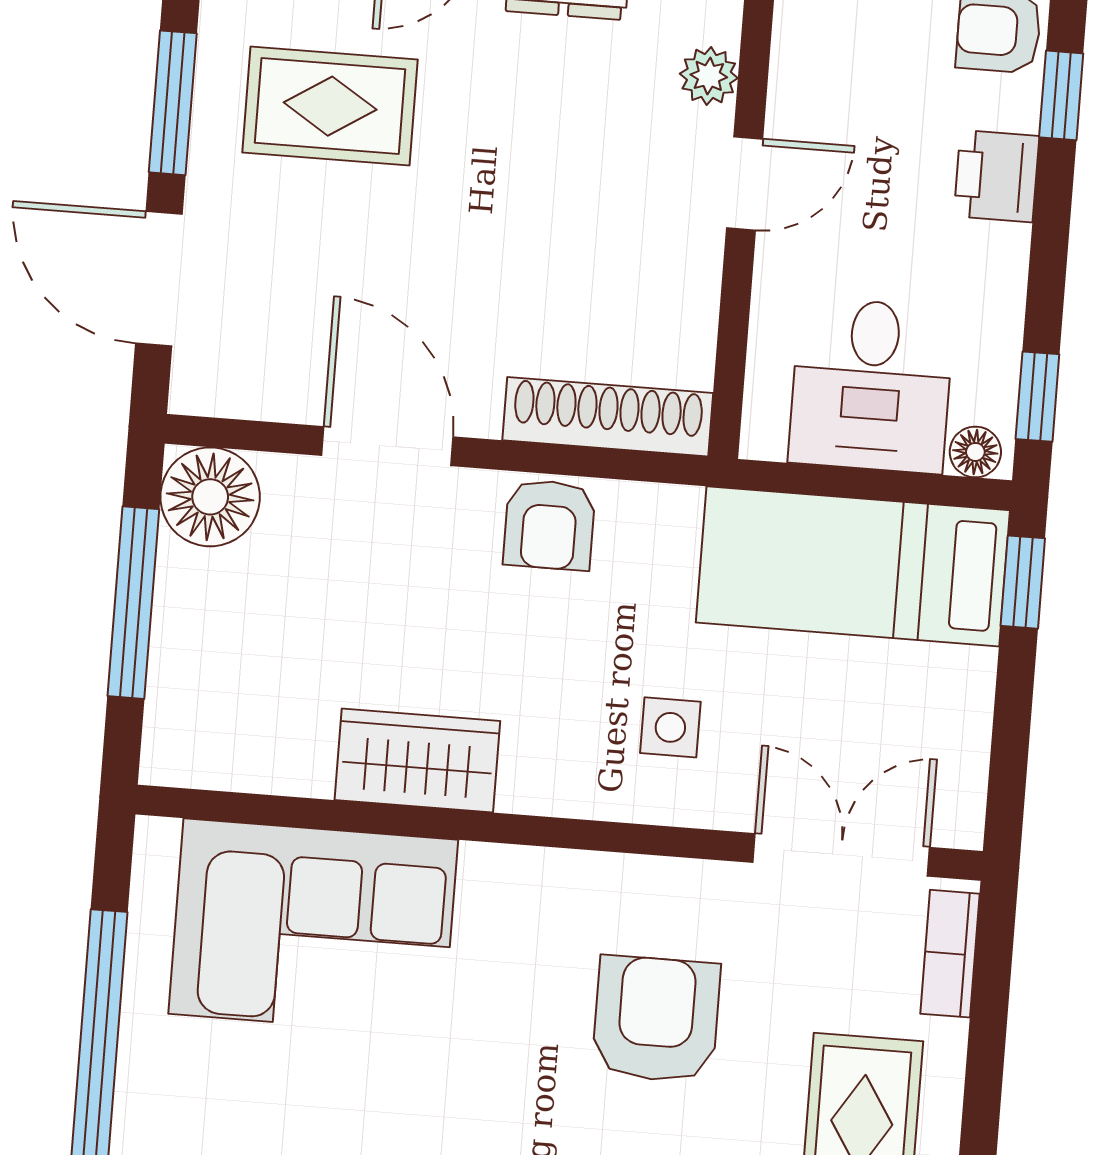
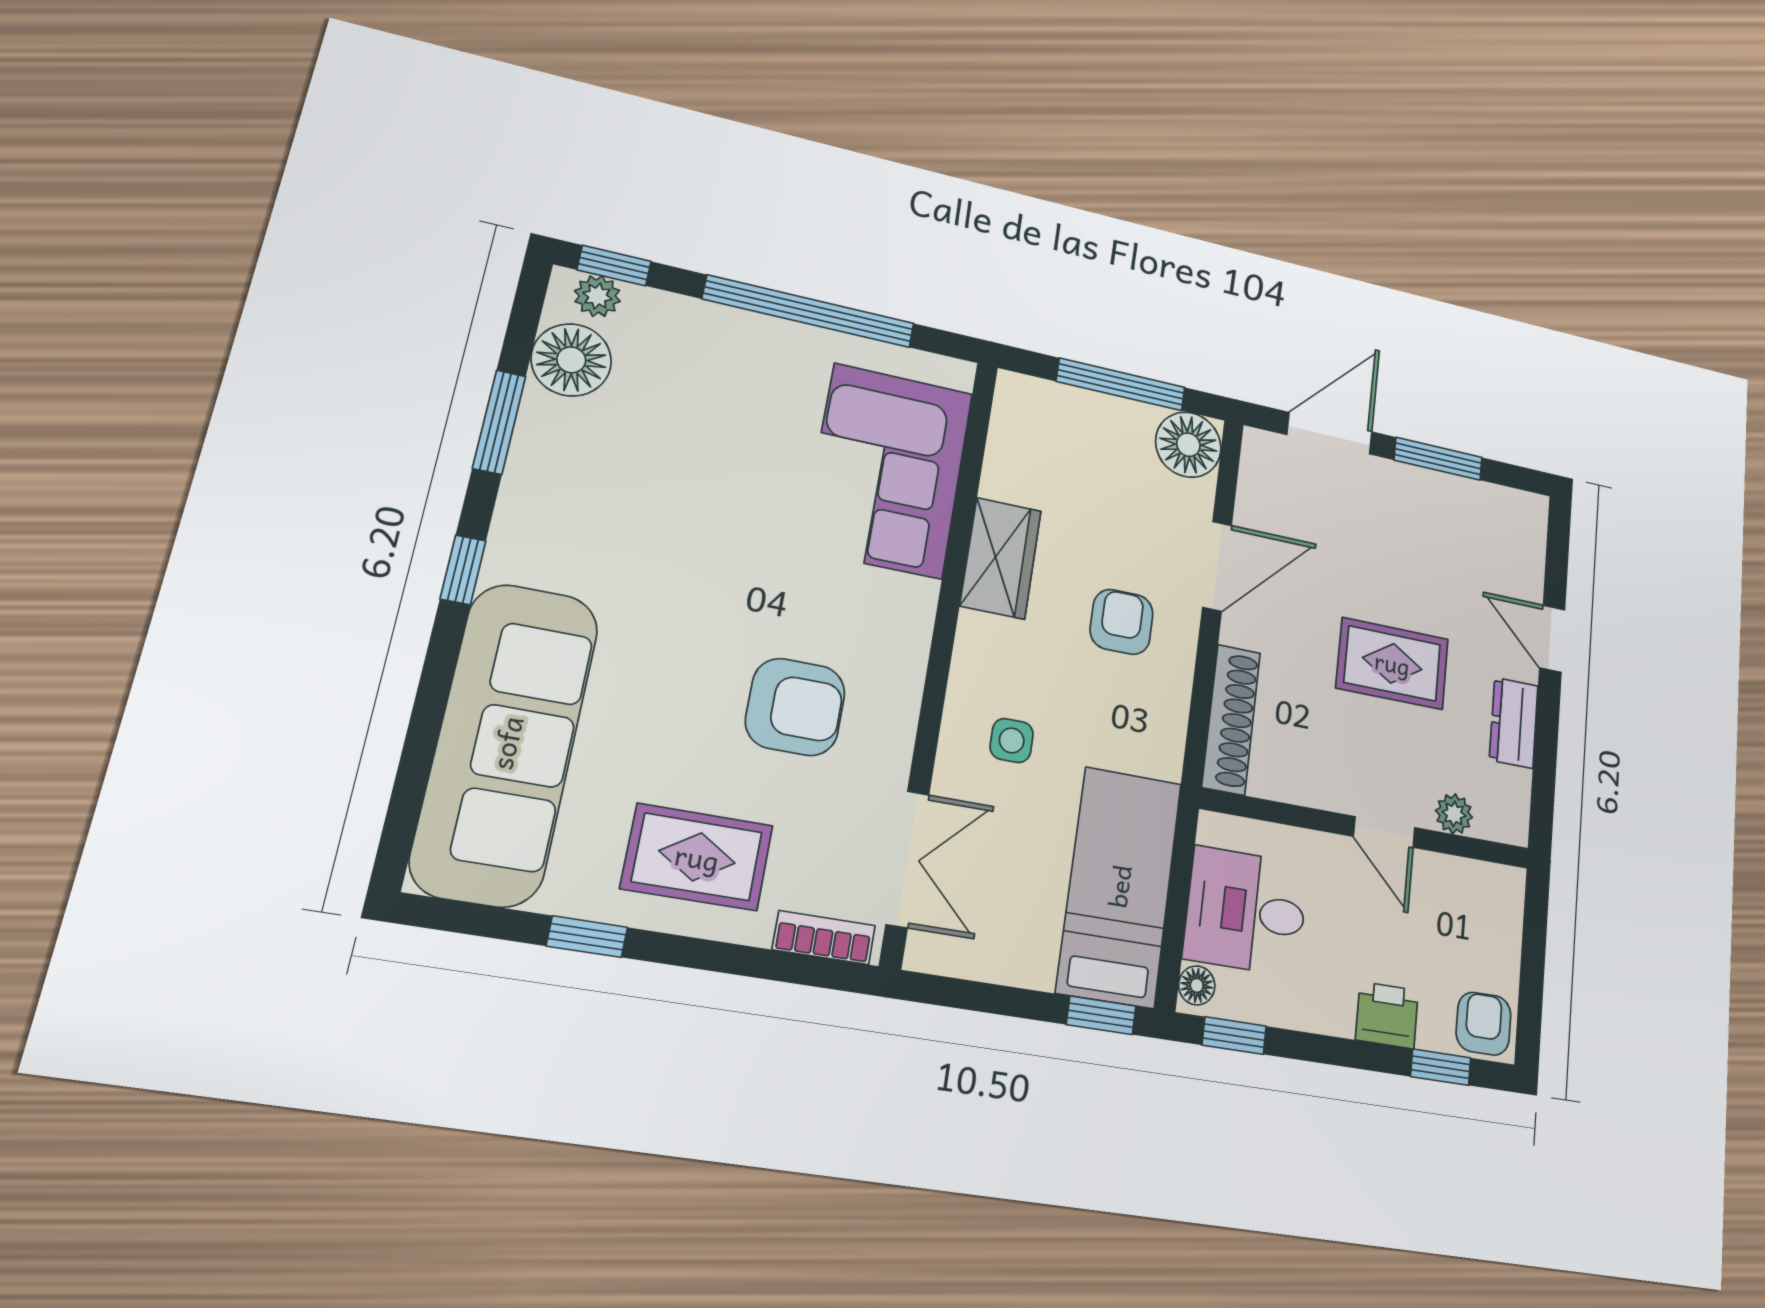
rug: (330, 106) -> (1392, 663), moved, turned 90
armchair: (549, 525) -> (1122, 622), moved, turned 90

